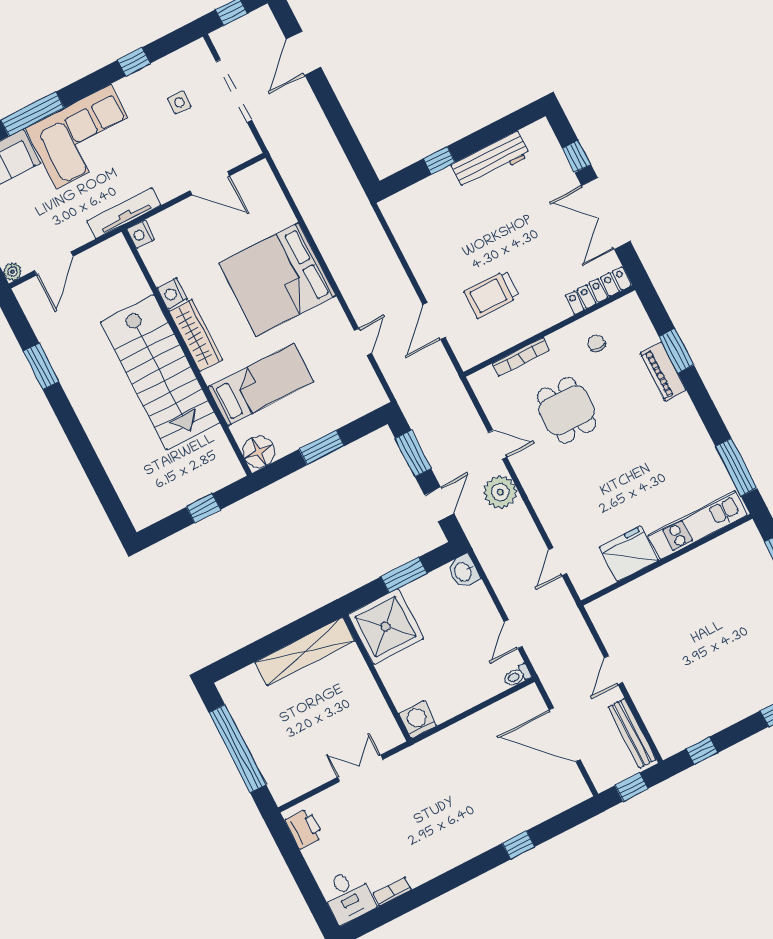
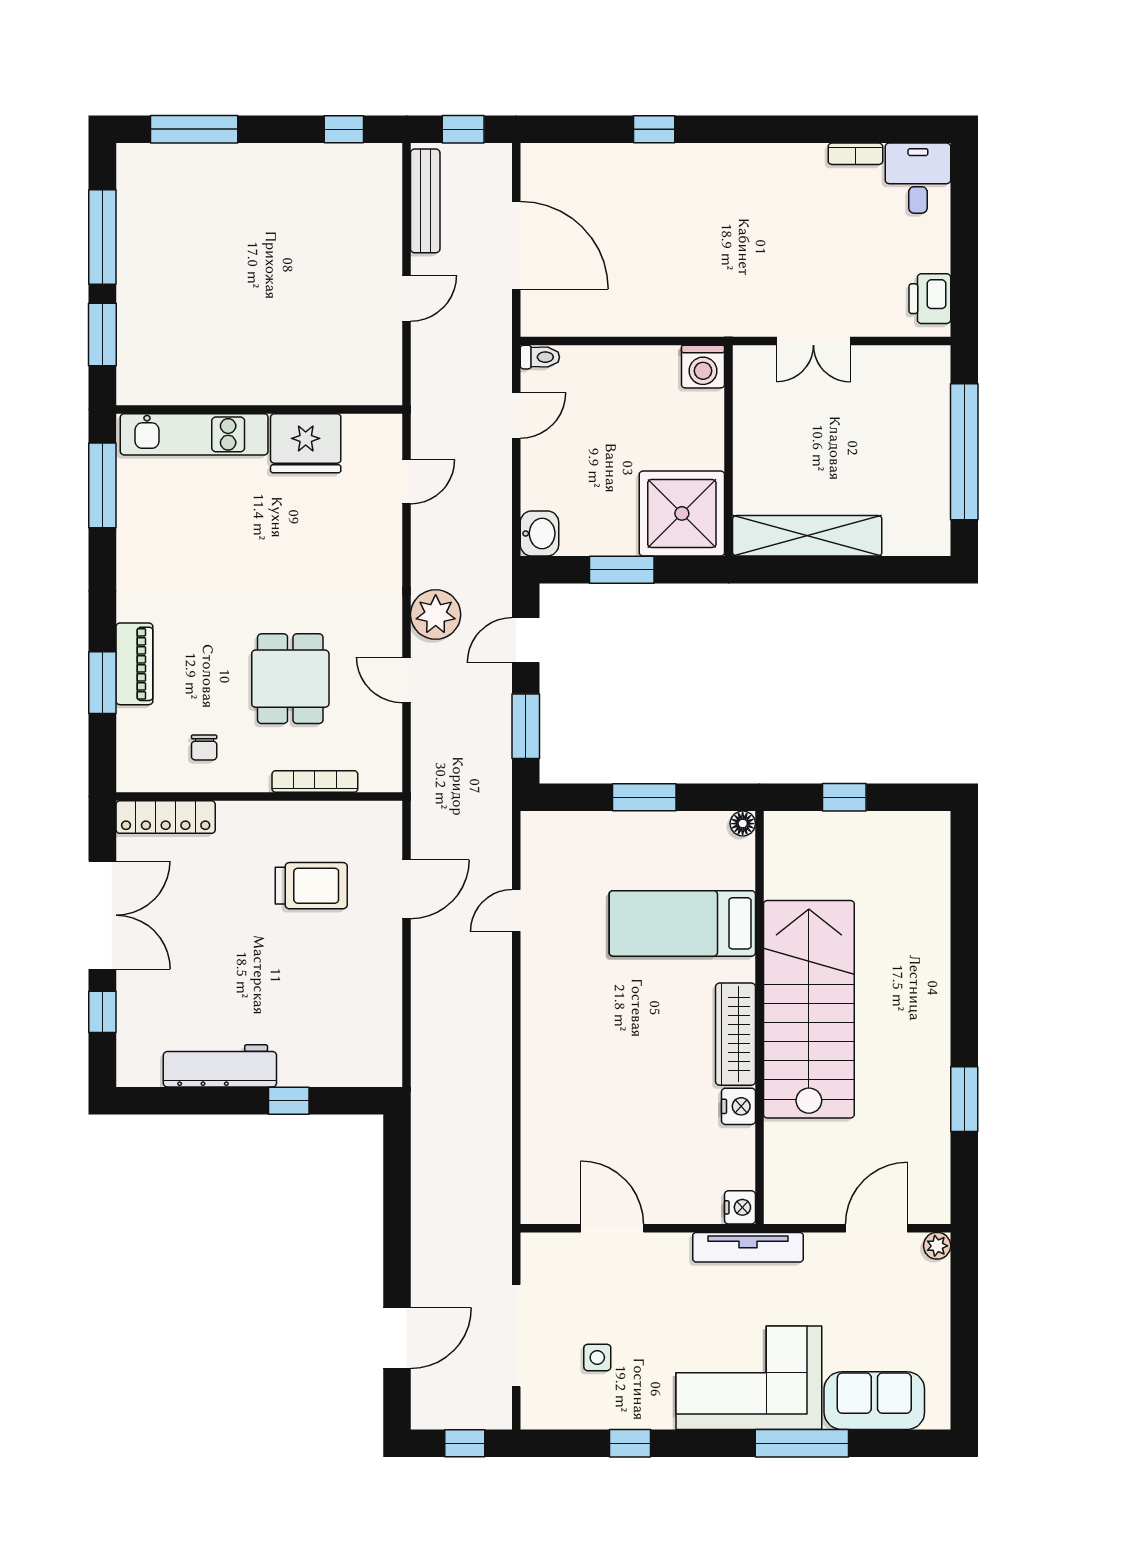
bed: (277, 280) -> (588, 1053), removed
floor lamp: (259, 452) -> (743, 824), width x0.53, depth x0.53

